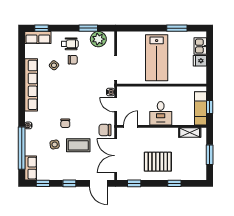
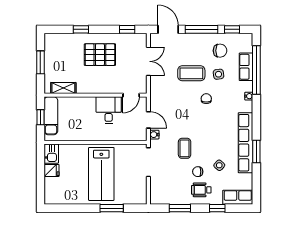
window: (41, 28) -> (217, 208), moved
window: (177, 28) -> (112, 208), moved
plant: (98, 39) -> (168, 195), removed
kitchen sink: (200, 46) -> (51, 154), moved
lab bench: (157, 58) -> (101, 174), turned 180
window: (22, 77) -> (256, 152), added
coffee table: (84, 80) -> (185, 148), added
desk: (161, 113) -> (109, 110), moved
chair: (105, 130) -> (220, 51), moved
double door: (116, 156) -> (148, 61), width x0.73
row of seats: (31, 168) -> (246, 67), moved
window: (69, 183) -> (202, 29), width x2.17

